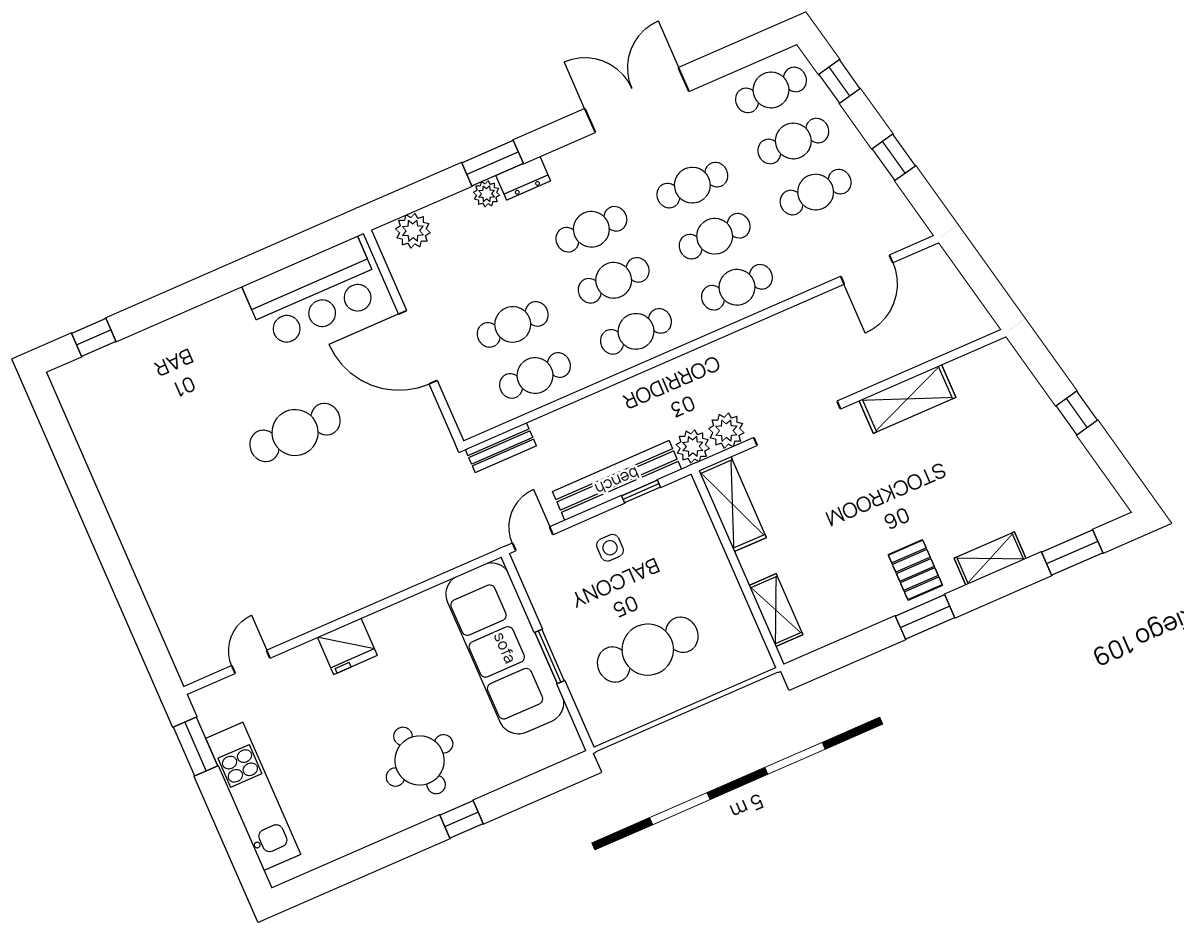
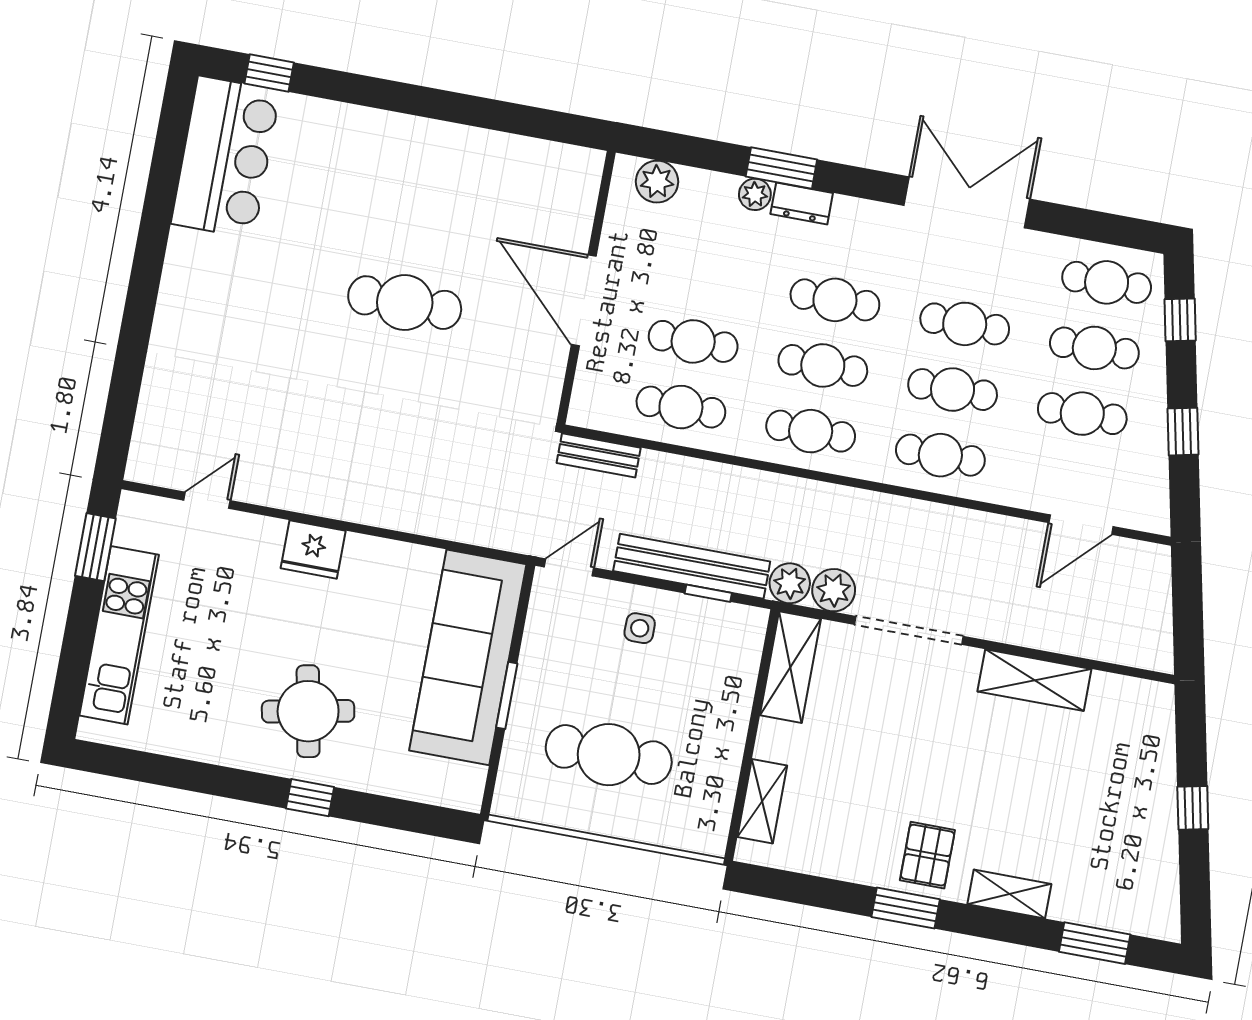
bar counter: (313, 293) -> (226, 157), moved, turned -90

